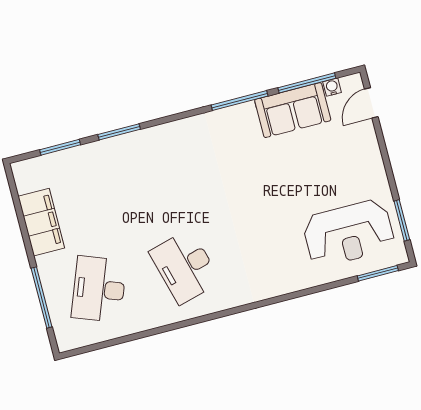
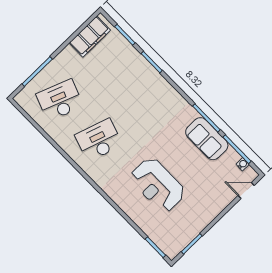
sofa: (293, 110) -> (207, 139), moved
filing cabinet: (41, 222) -> (90, 37), moved
reception desk: (349, 233) -> (158, 185), moved
desk: (185, 267) -> (99, 140), turned 33

